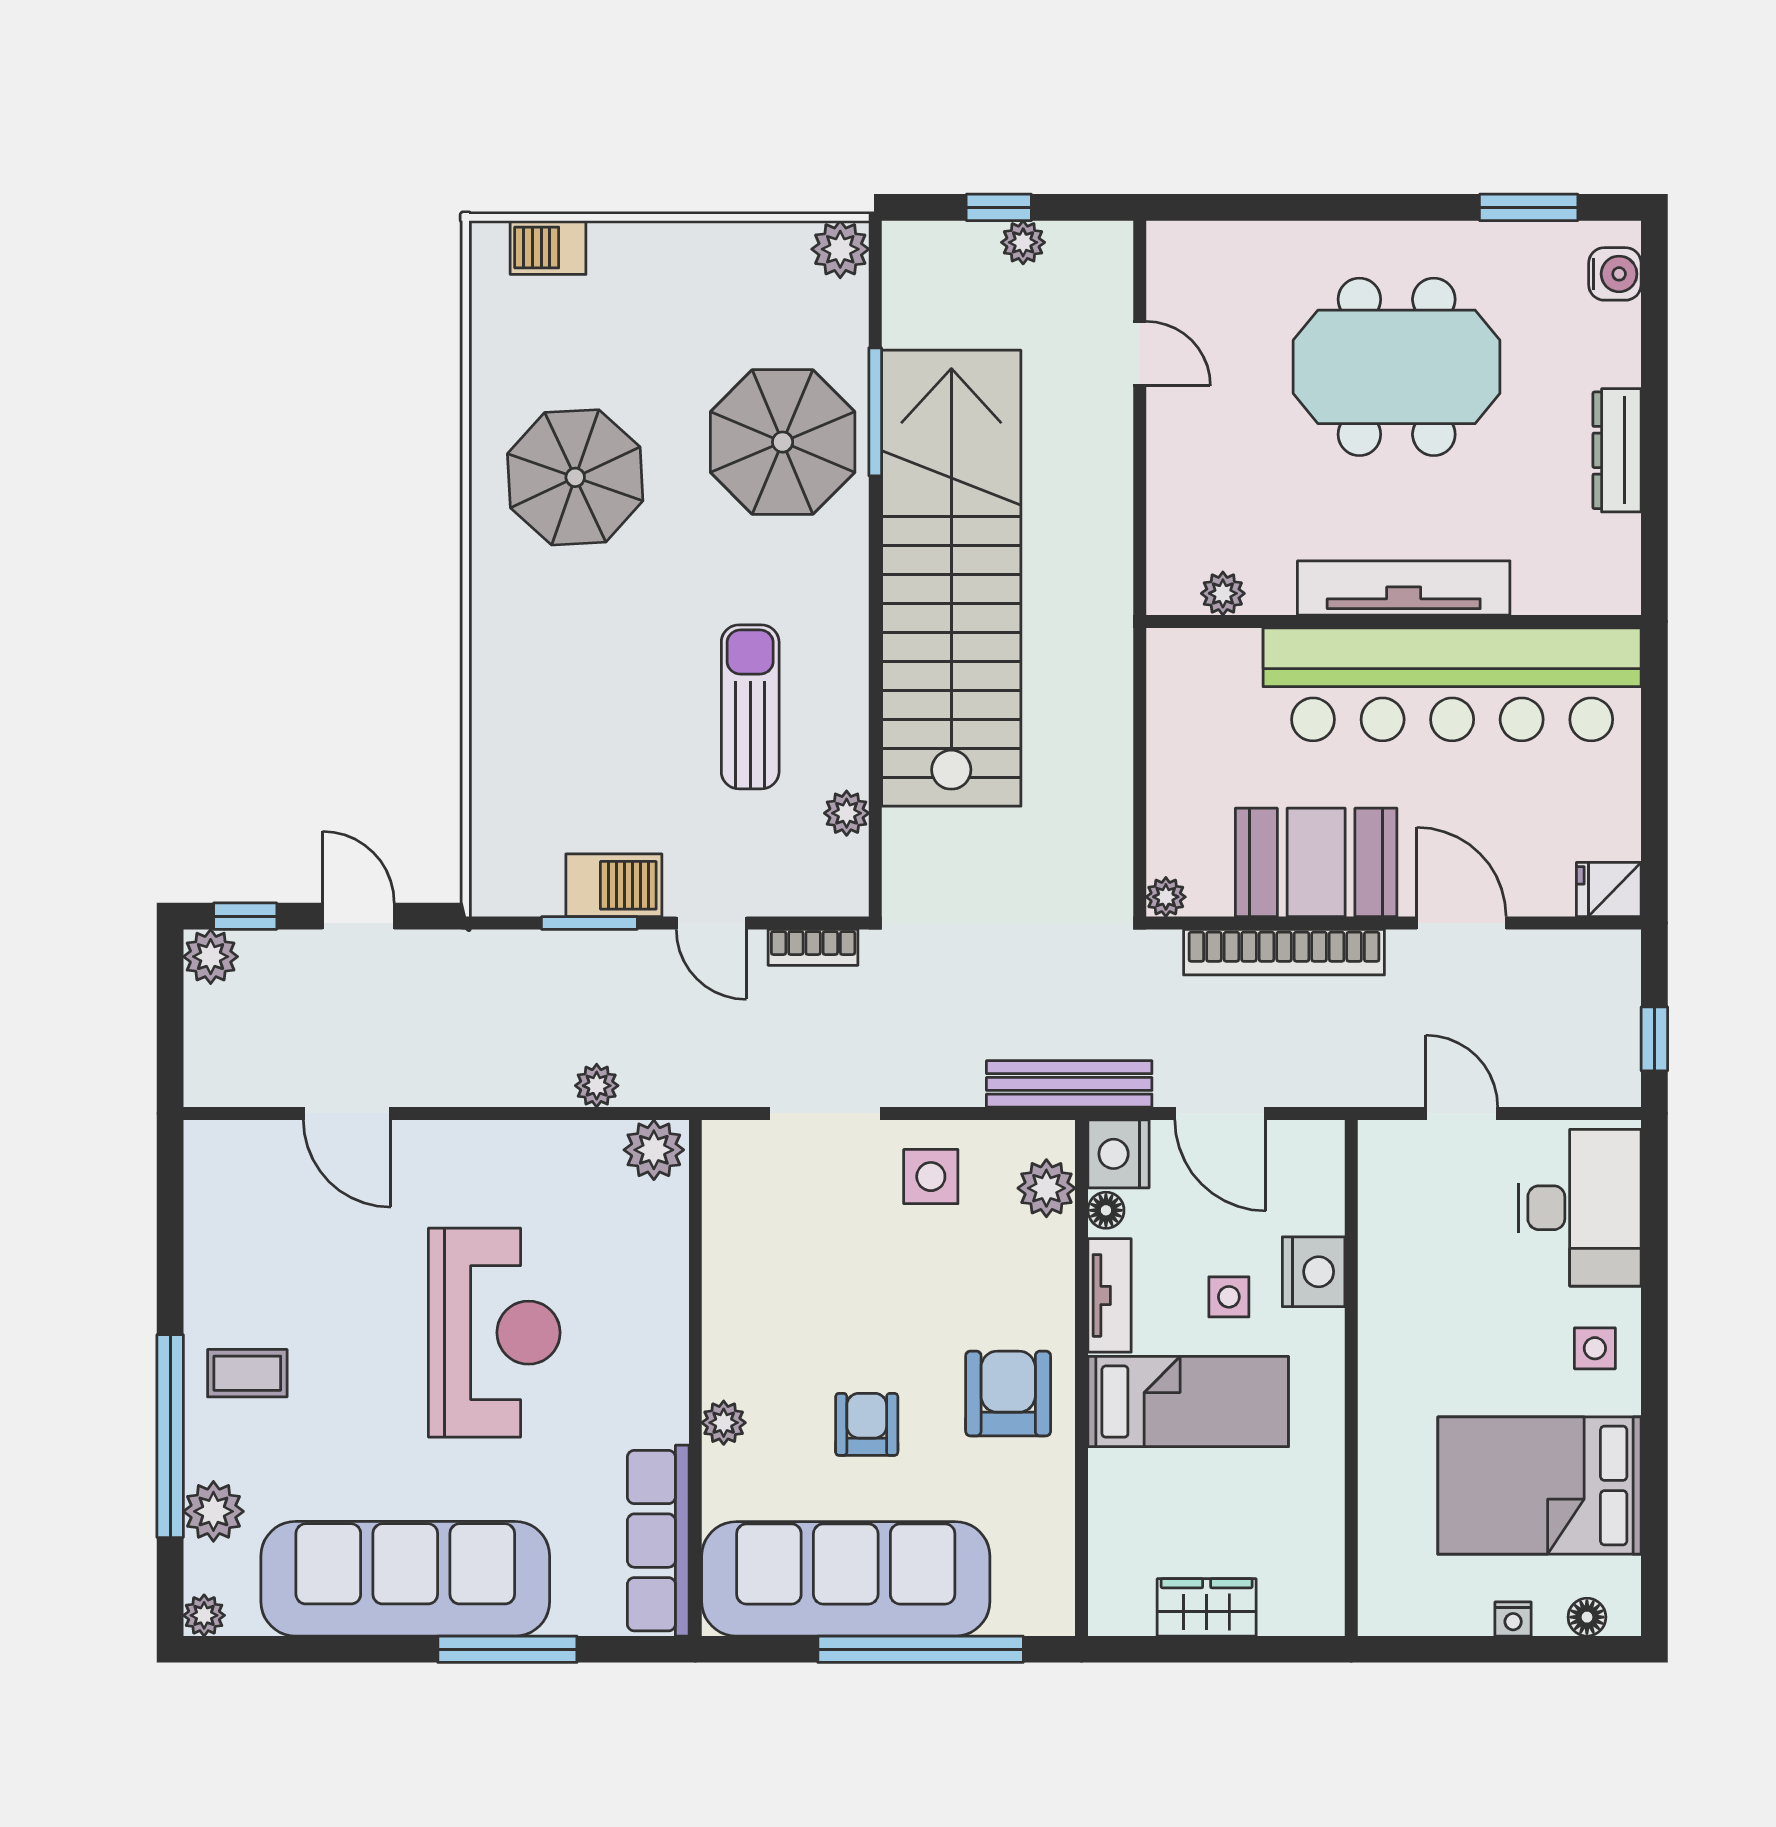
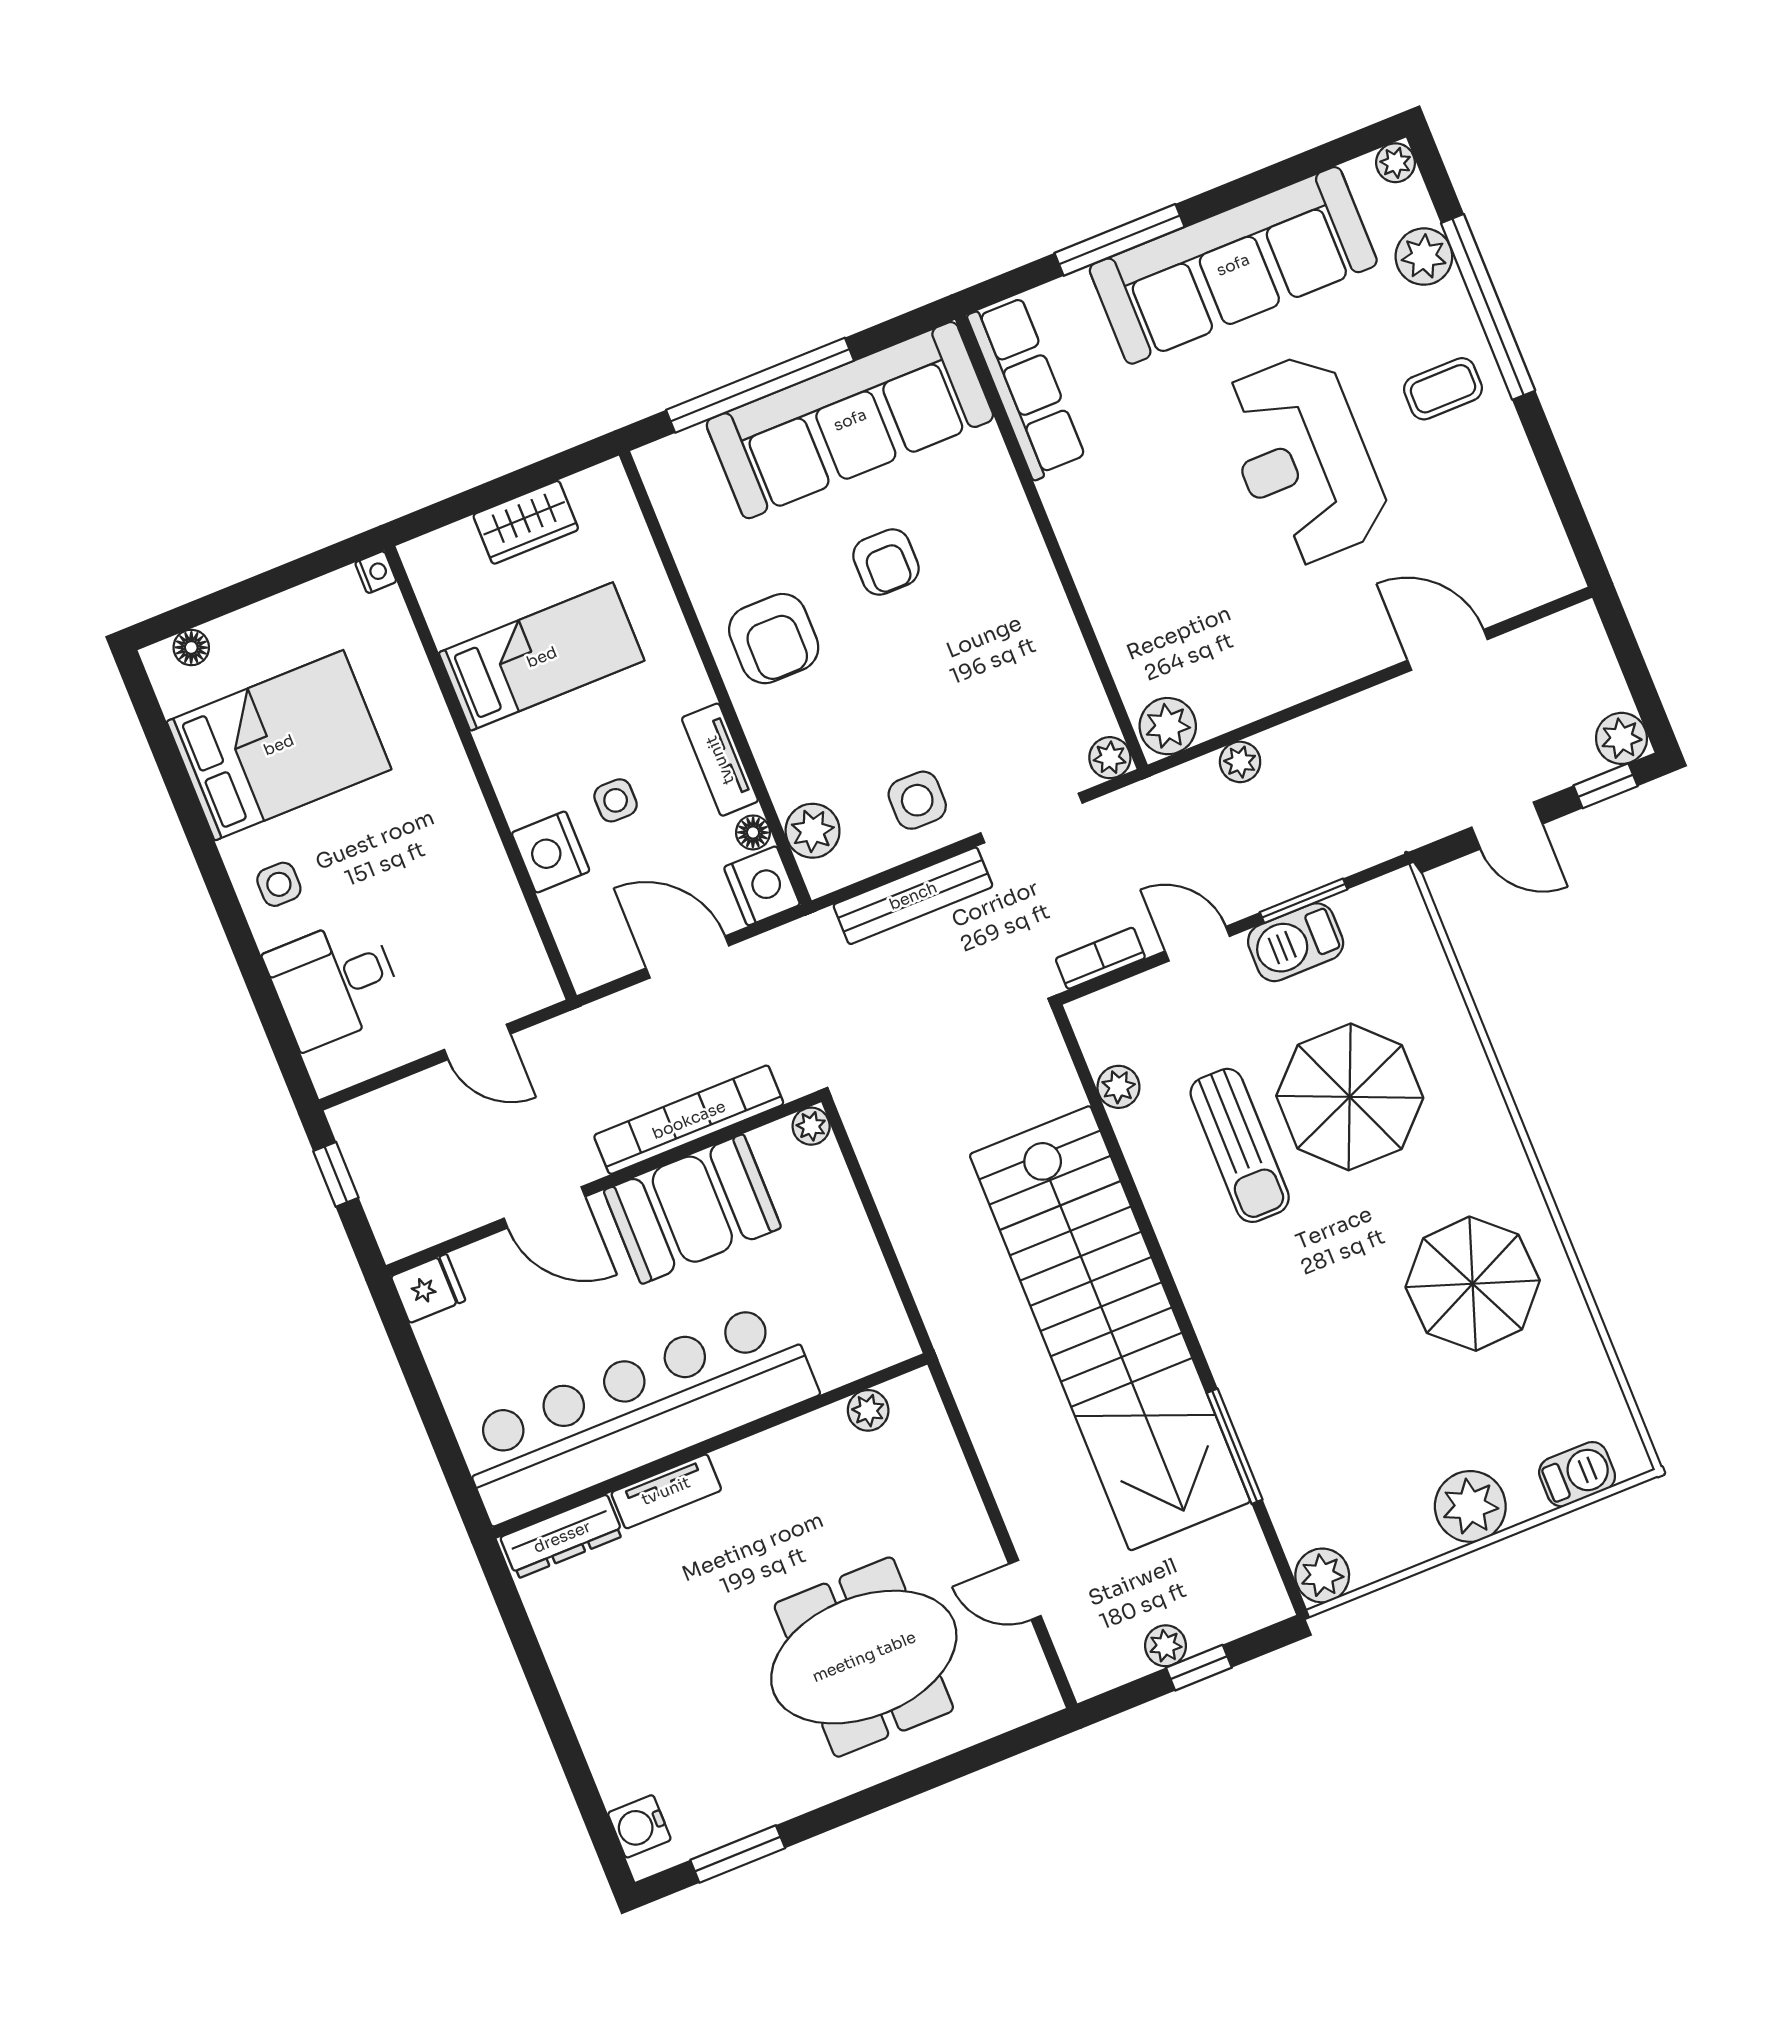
plant: (666, 258) -> (1470, 1506), added
meeting table: (1397, 367) -> (864, 1657), moved
parasol: (783, 442) -> (1350, 1097), moved
dresser: (1617, 450) -> (562, 1537), moved, turned 90
tv unit: (1404, 588) -> (666, 1491), width x0.52, depth x0.78
bench: (1069, 1084) -> (913, 896), moved
desk: (1580, 1208) -> (334, 983), width x0.73
reception desk: (494, 1333) -> (1303, 460), moved
bed: (1188, 1402) -> (542, 657), moved, turned 180
plant: (724, 1423) -> (1110, 758), moved
nightstand: (1513, 1619) -> (376, 572), moved, turned 90

